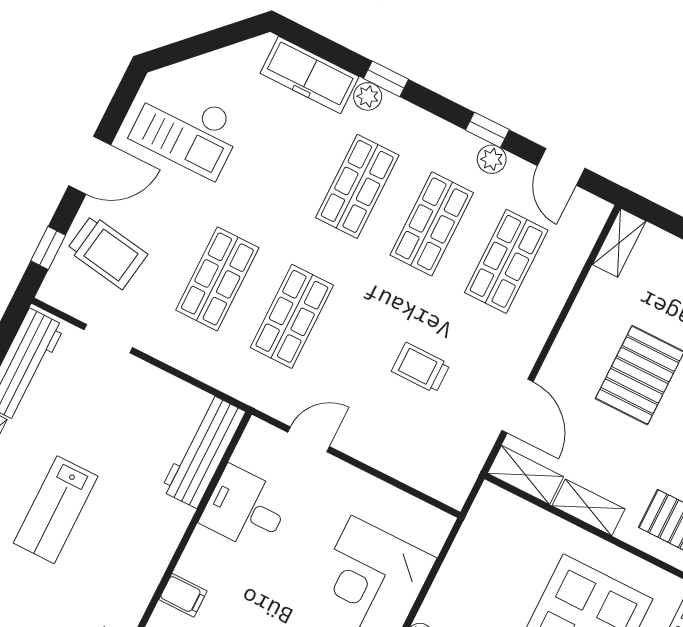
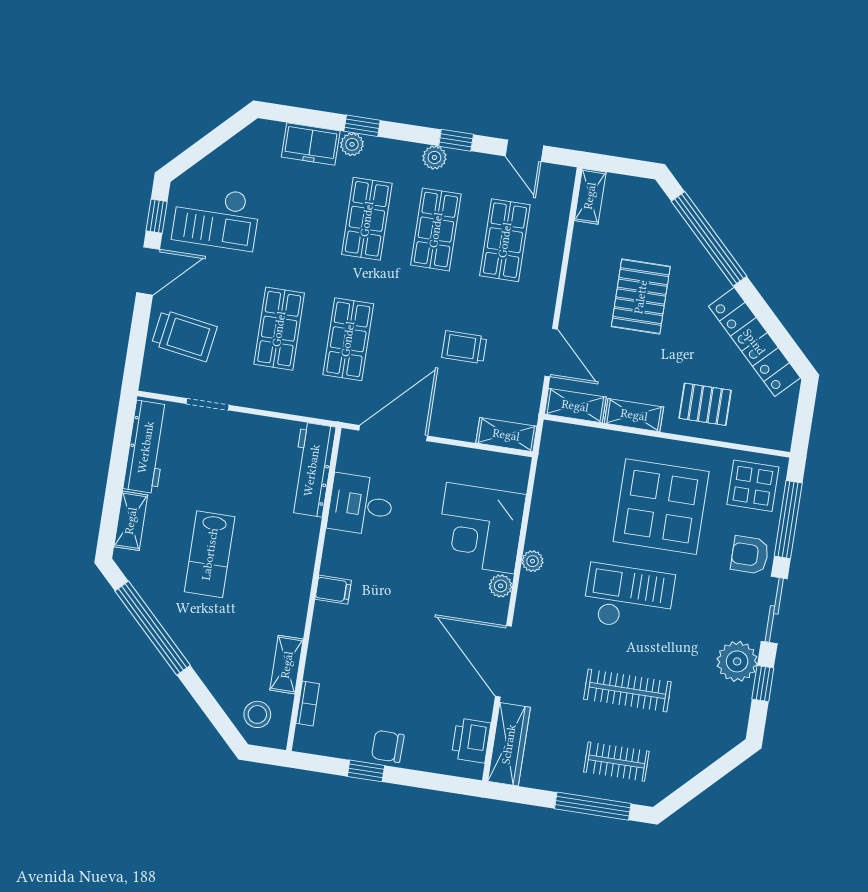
freezer: (310, 75) -> (311, 144), width x0.71
plant: (492, 159) -> (434, 157), moved
window: (48, 248) -> (157, 216), moved
door: (309, 439) -> (393, 433), width x1.87
shelving: (437, 483) -> (506, 435), added

